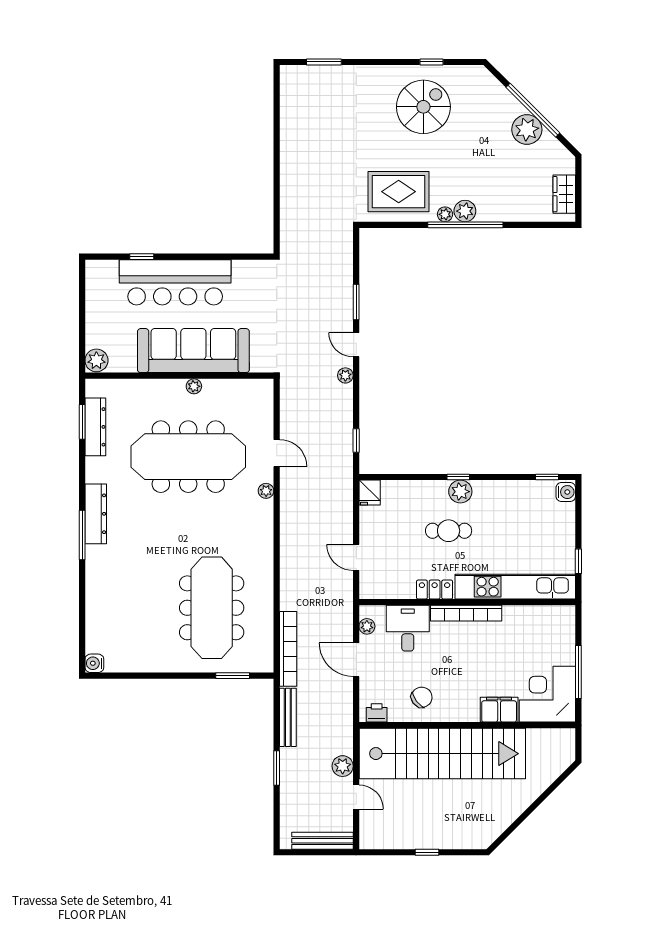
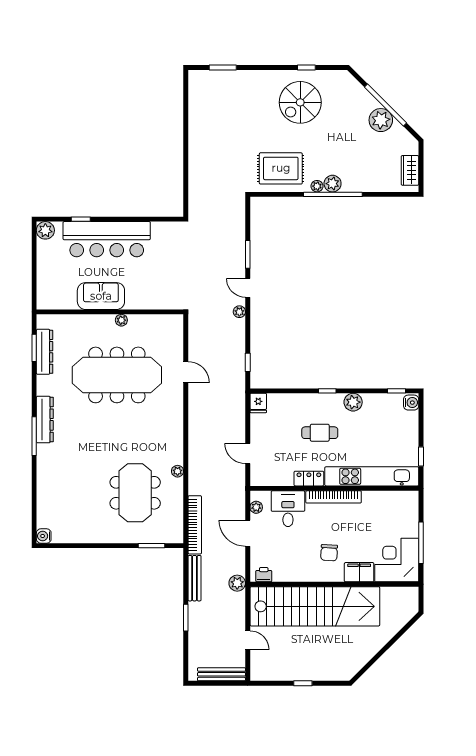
spiral stairs: (423, 107) -> (300, 102), turned 180
sofa: (193, 351) -> (101, 296), width x0.54, depth x0.79
plant: (96, 360) -> (45, 230), moved
plant: (266, 491) -> (178, 471), moved
plant: (460, 492) -> (353, 402), moved
meeting table: (212, 608) -> (135, 493), width x0.73
chair: (422, 697) -> (329, 553), moved, turned 130
plant: (343, 766) -> (237, 583), moved

